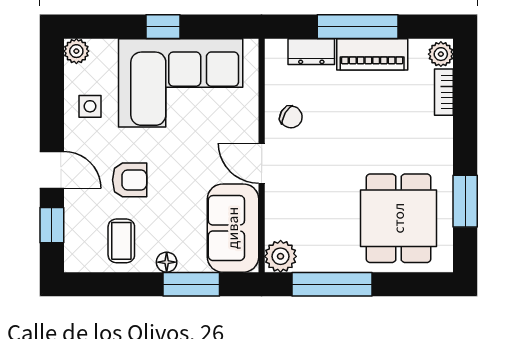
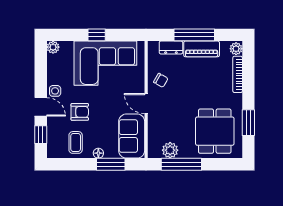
bookcase: (444, 92) -> (238, 74), width x1.56
side table: (90, 106) -> (55, 91), moved
plant: (281, 256) -> (170, 150), moved

